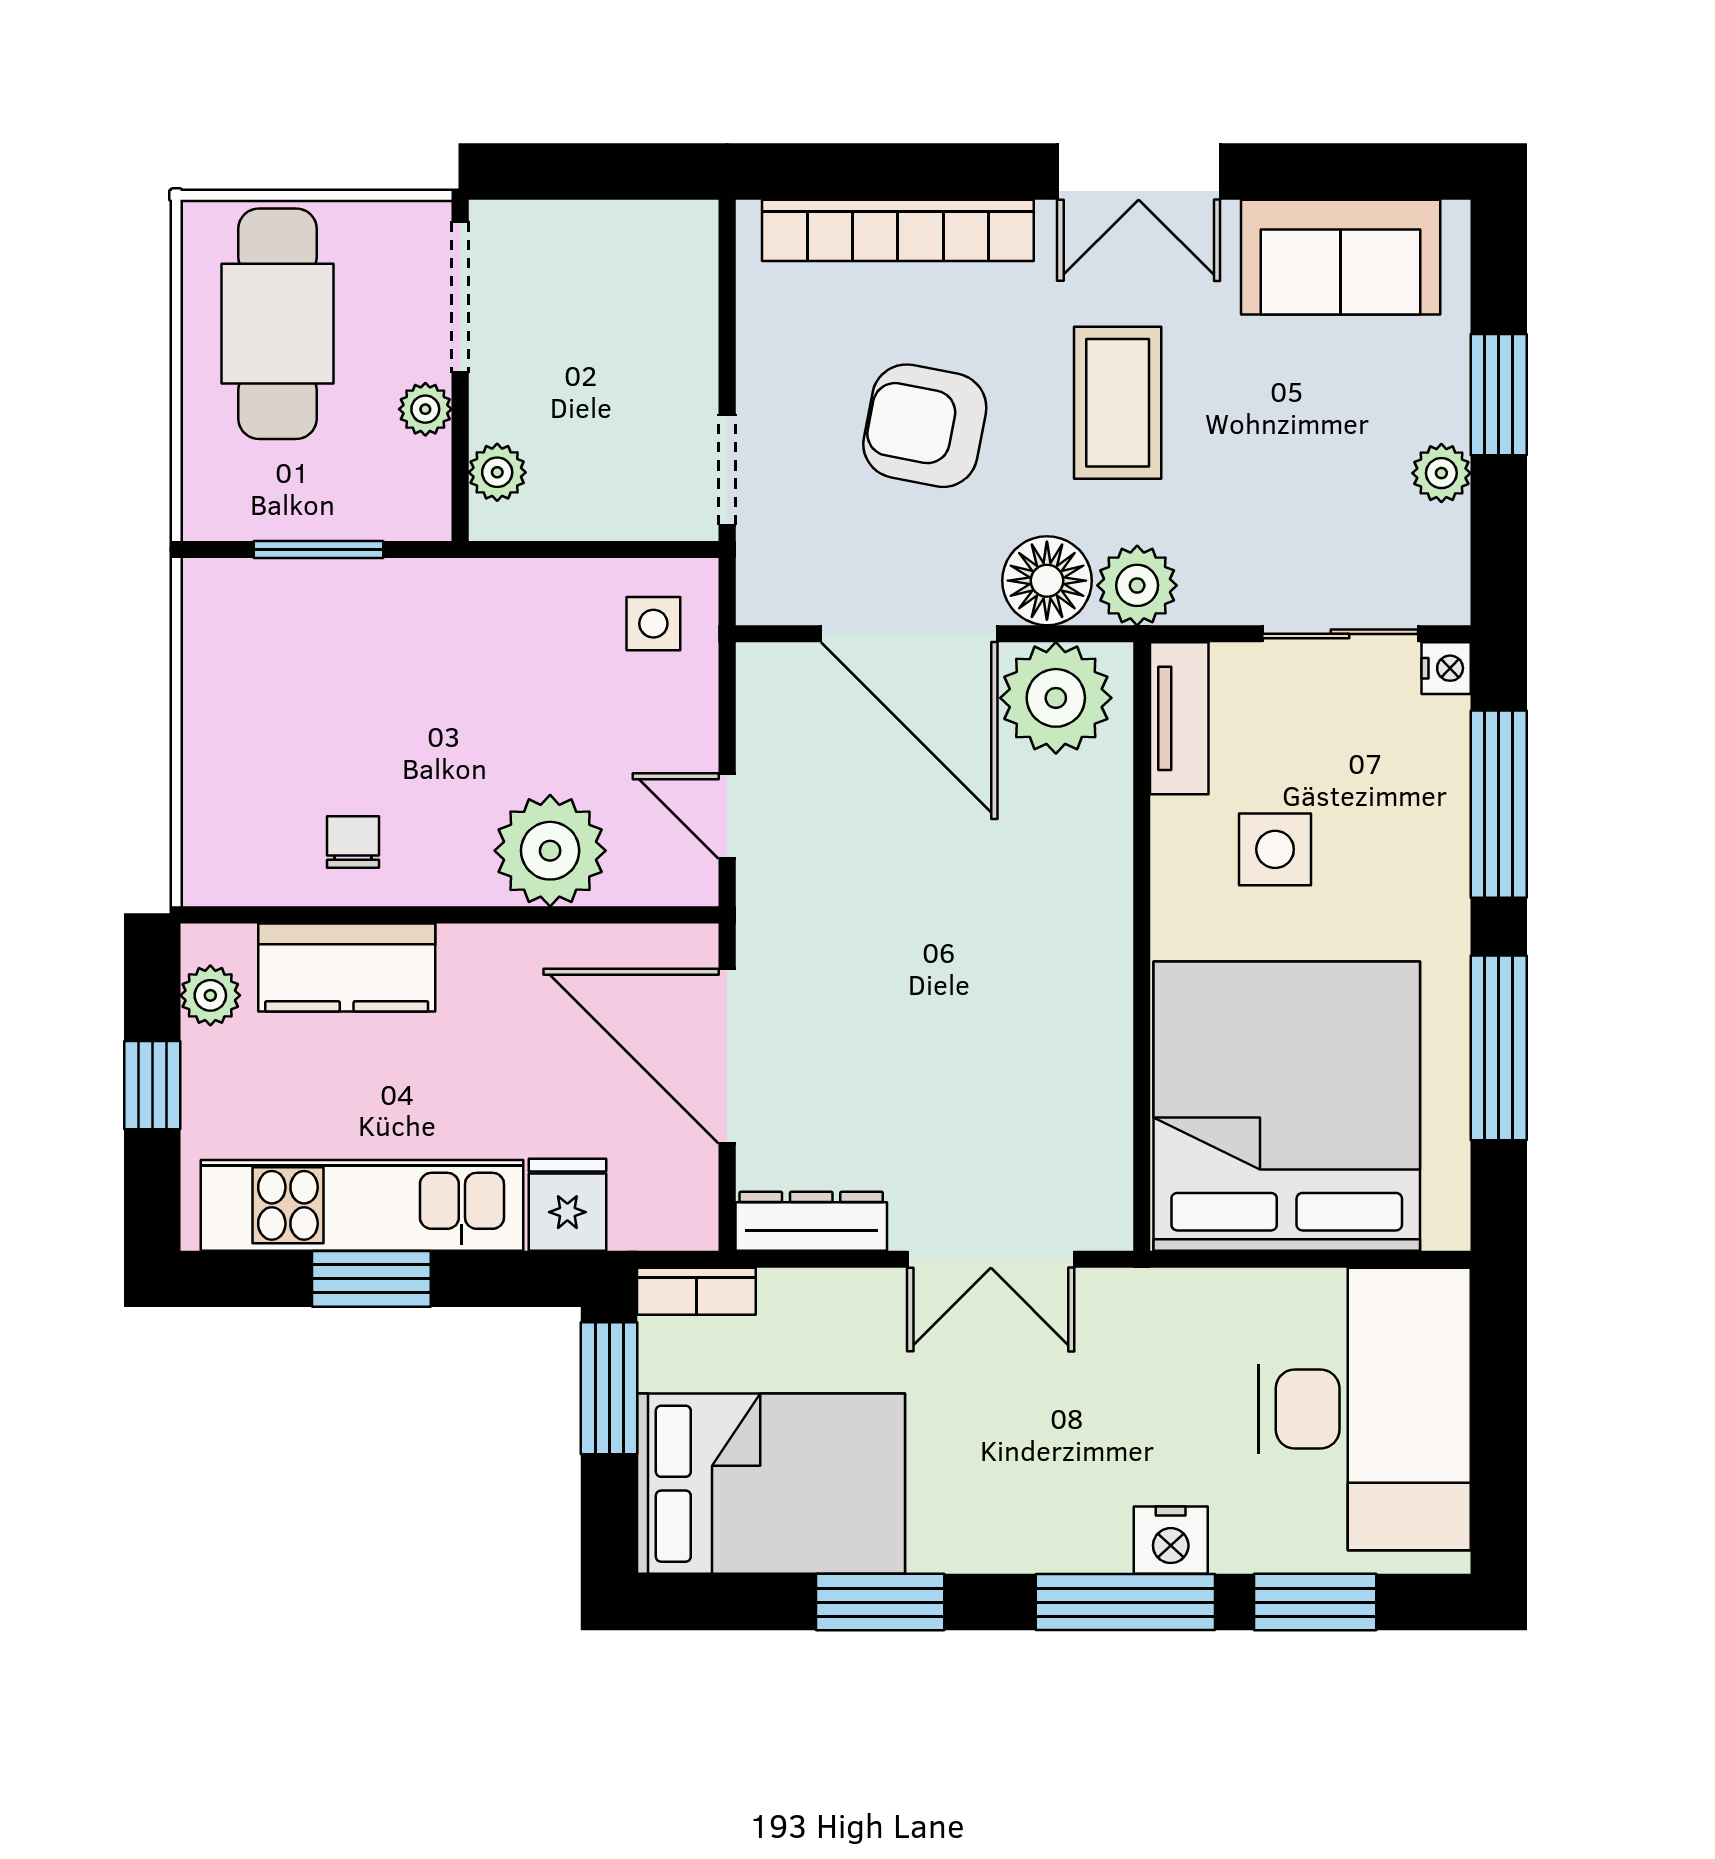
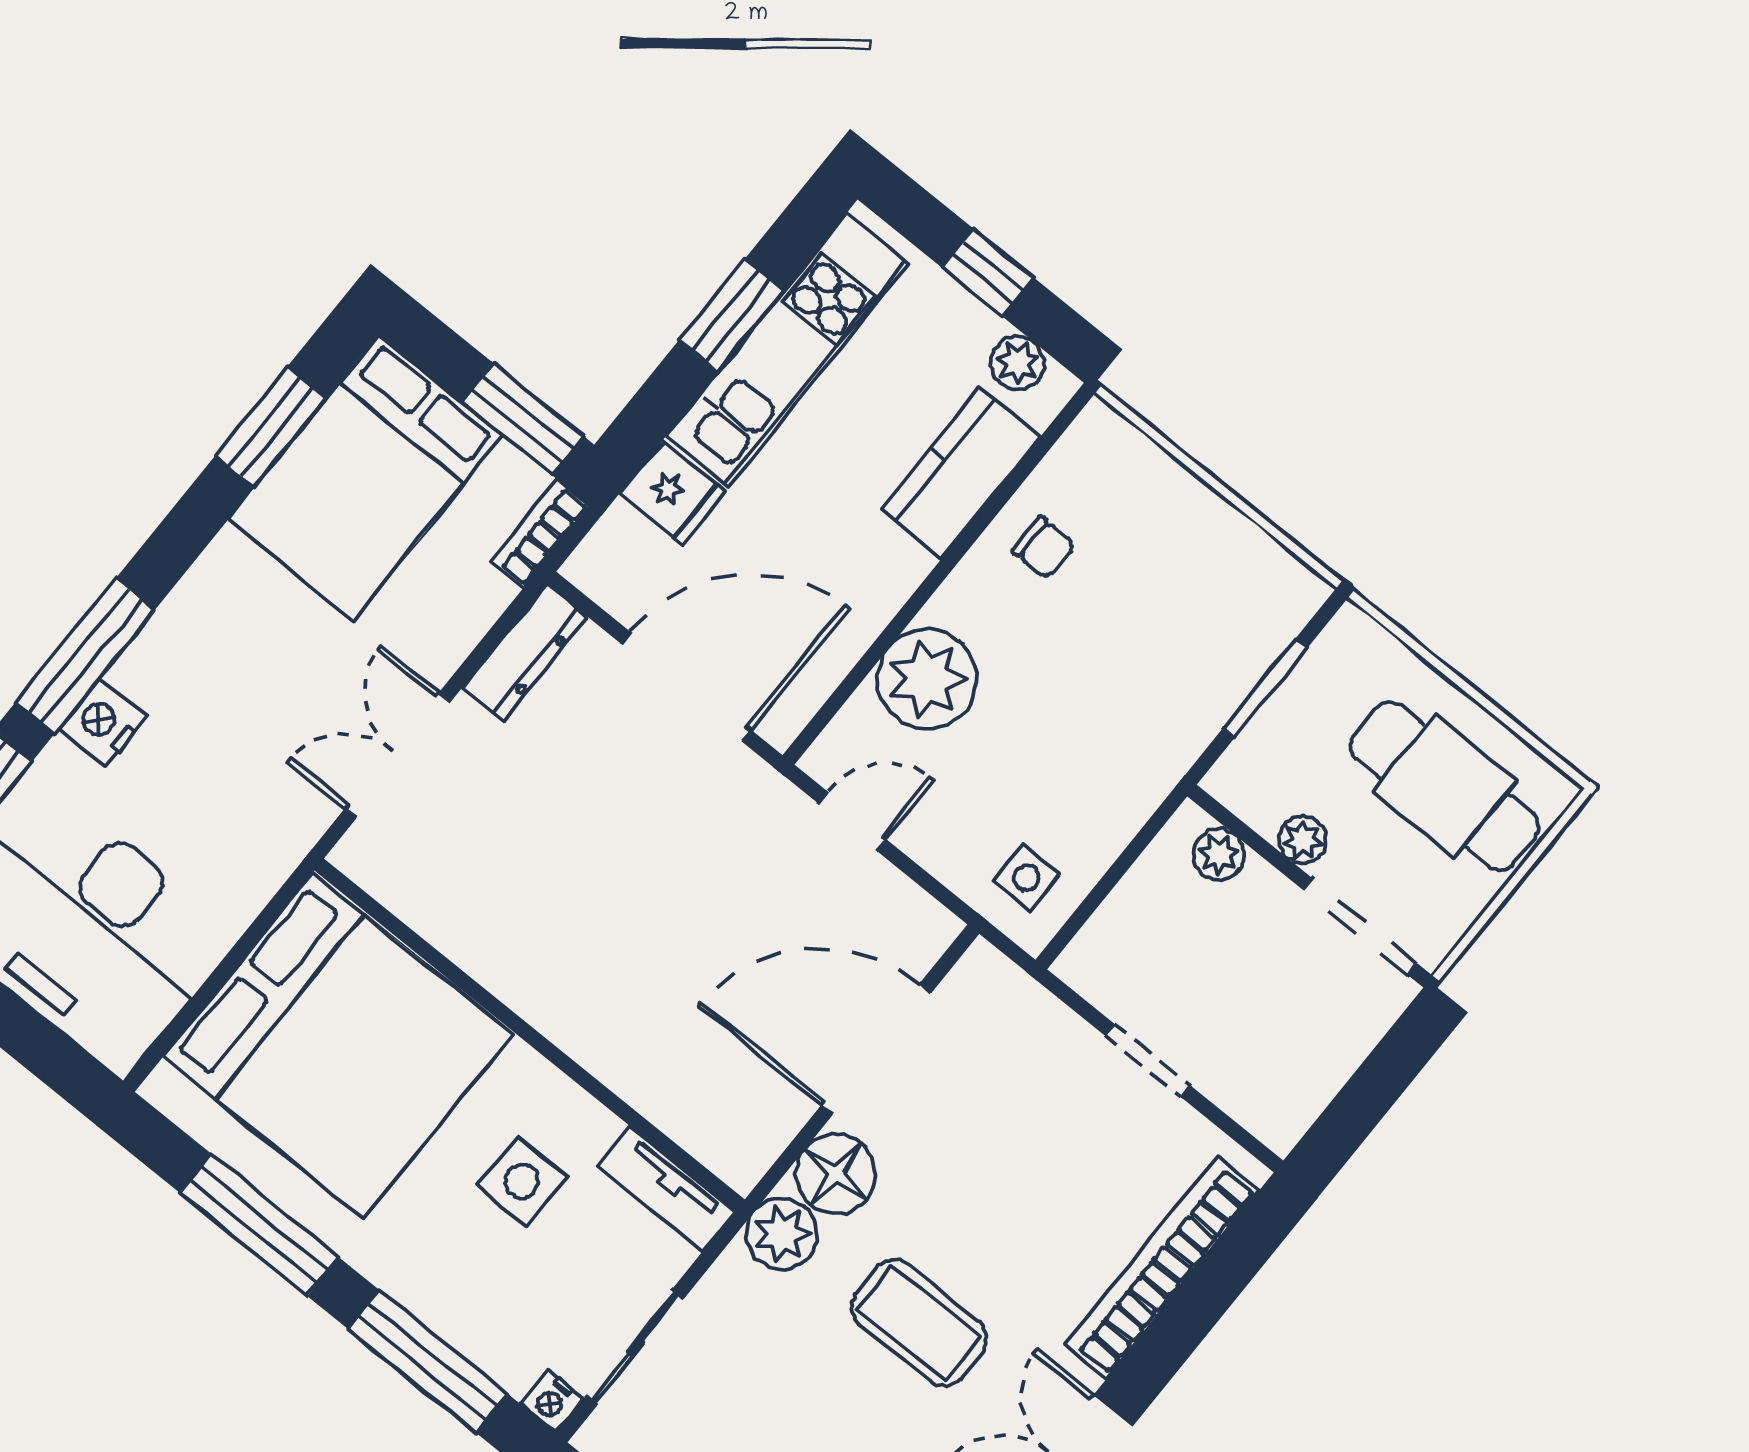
armchair: (925, 426) -> (1011, 1177), removed
doorway: (727, 470) -> (1148, 1061), moved
plant: (1056, 698) -> (750, 1115), removed
window: (880, 1602) -> (271, 427), moved

